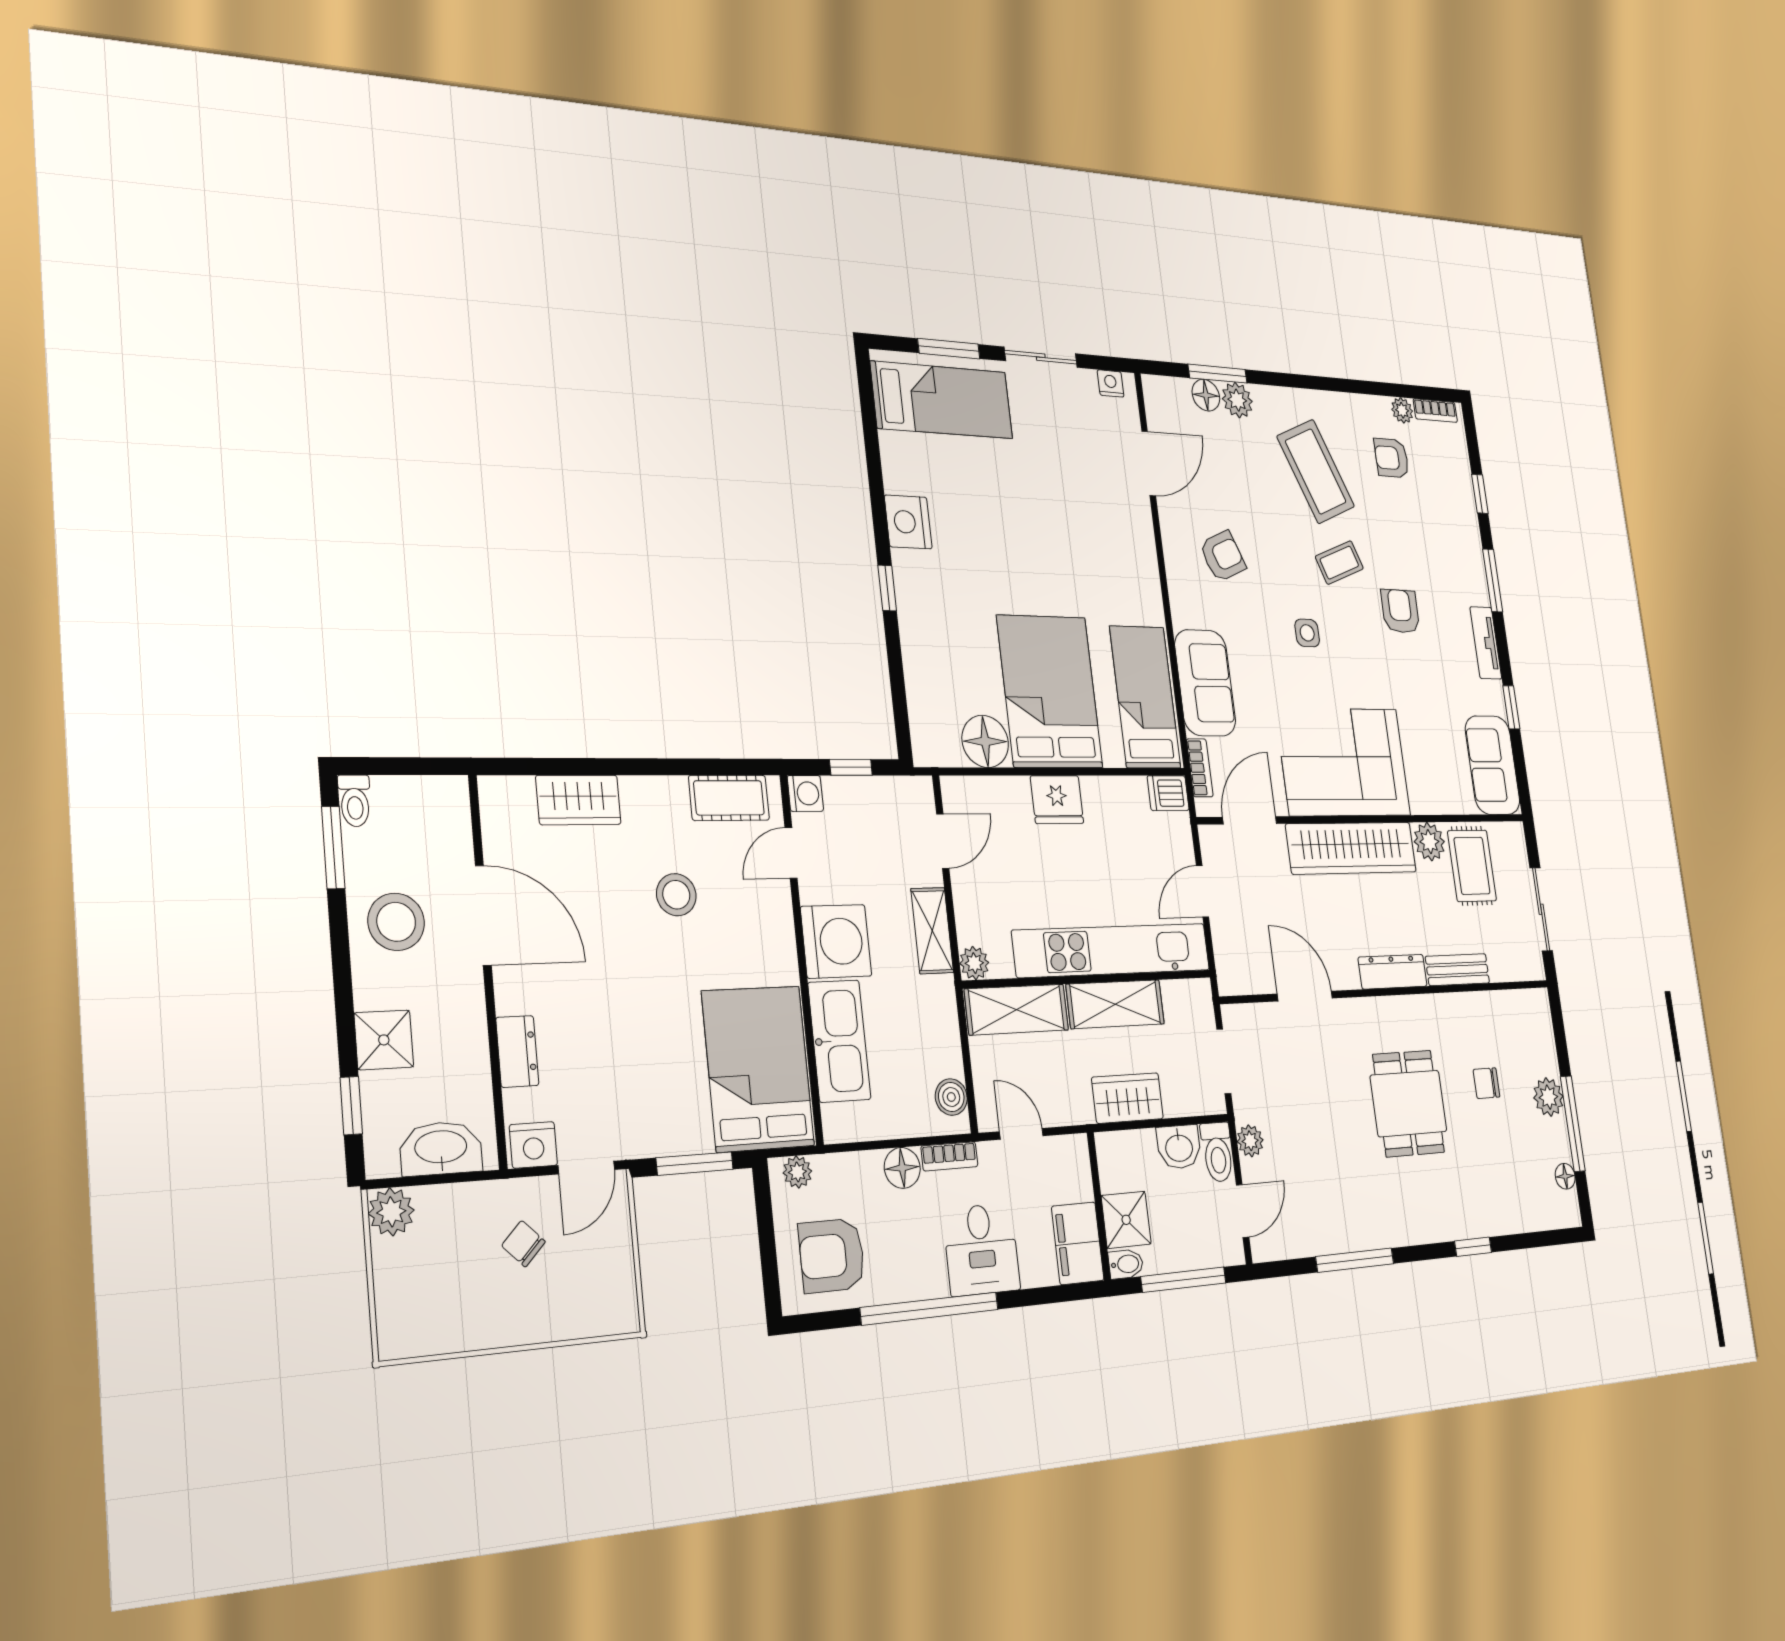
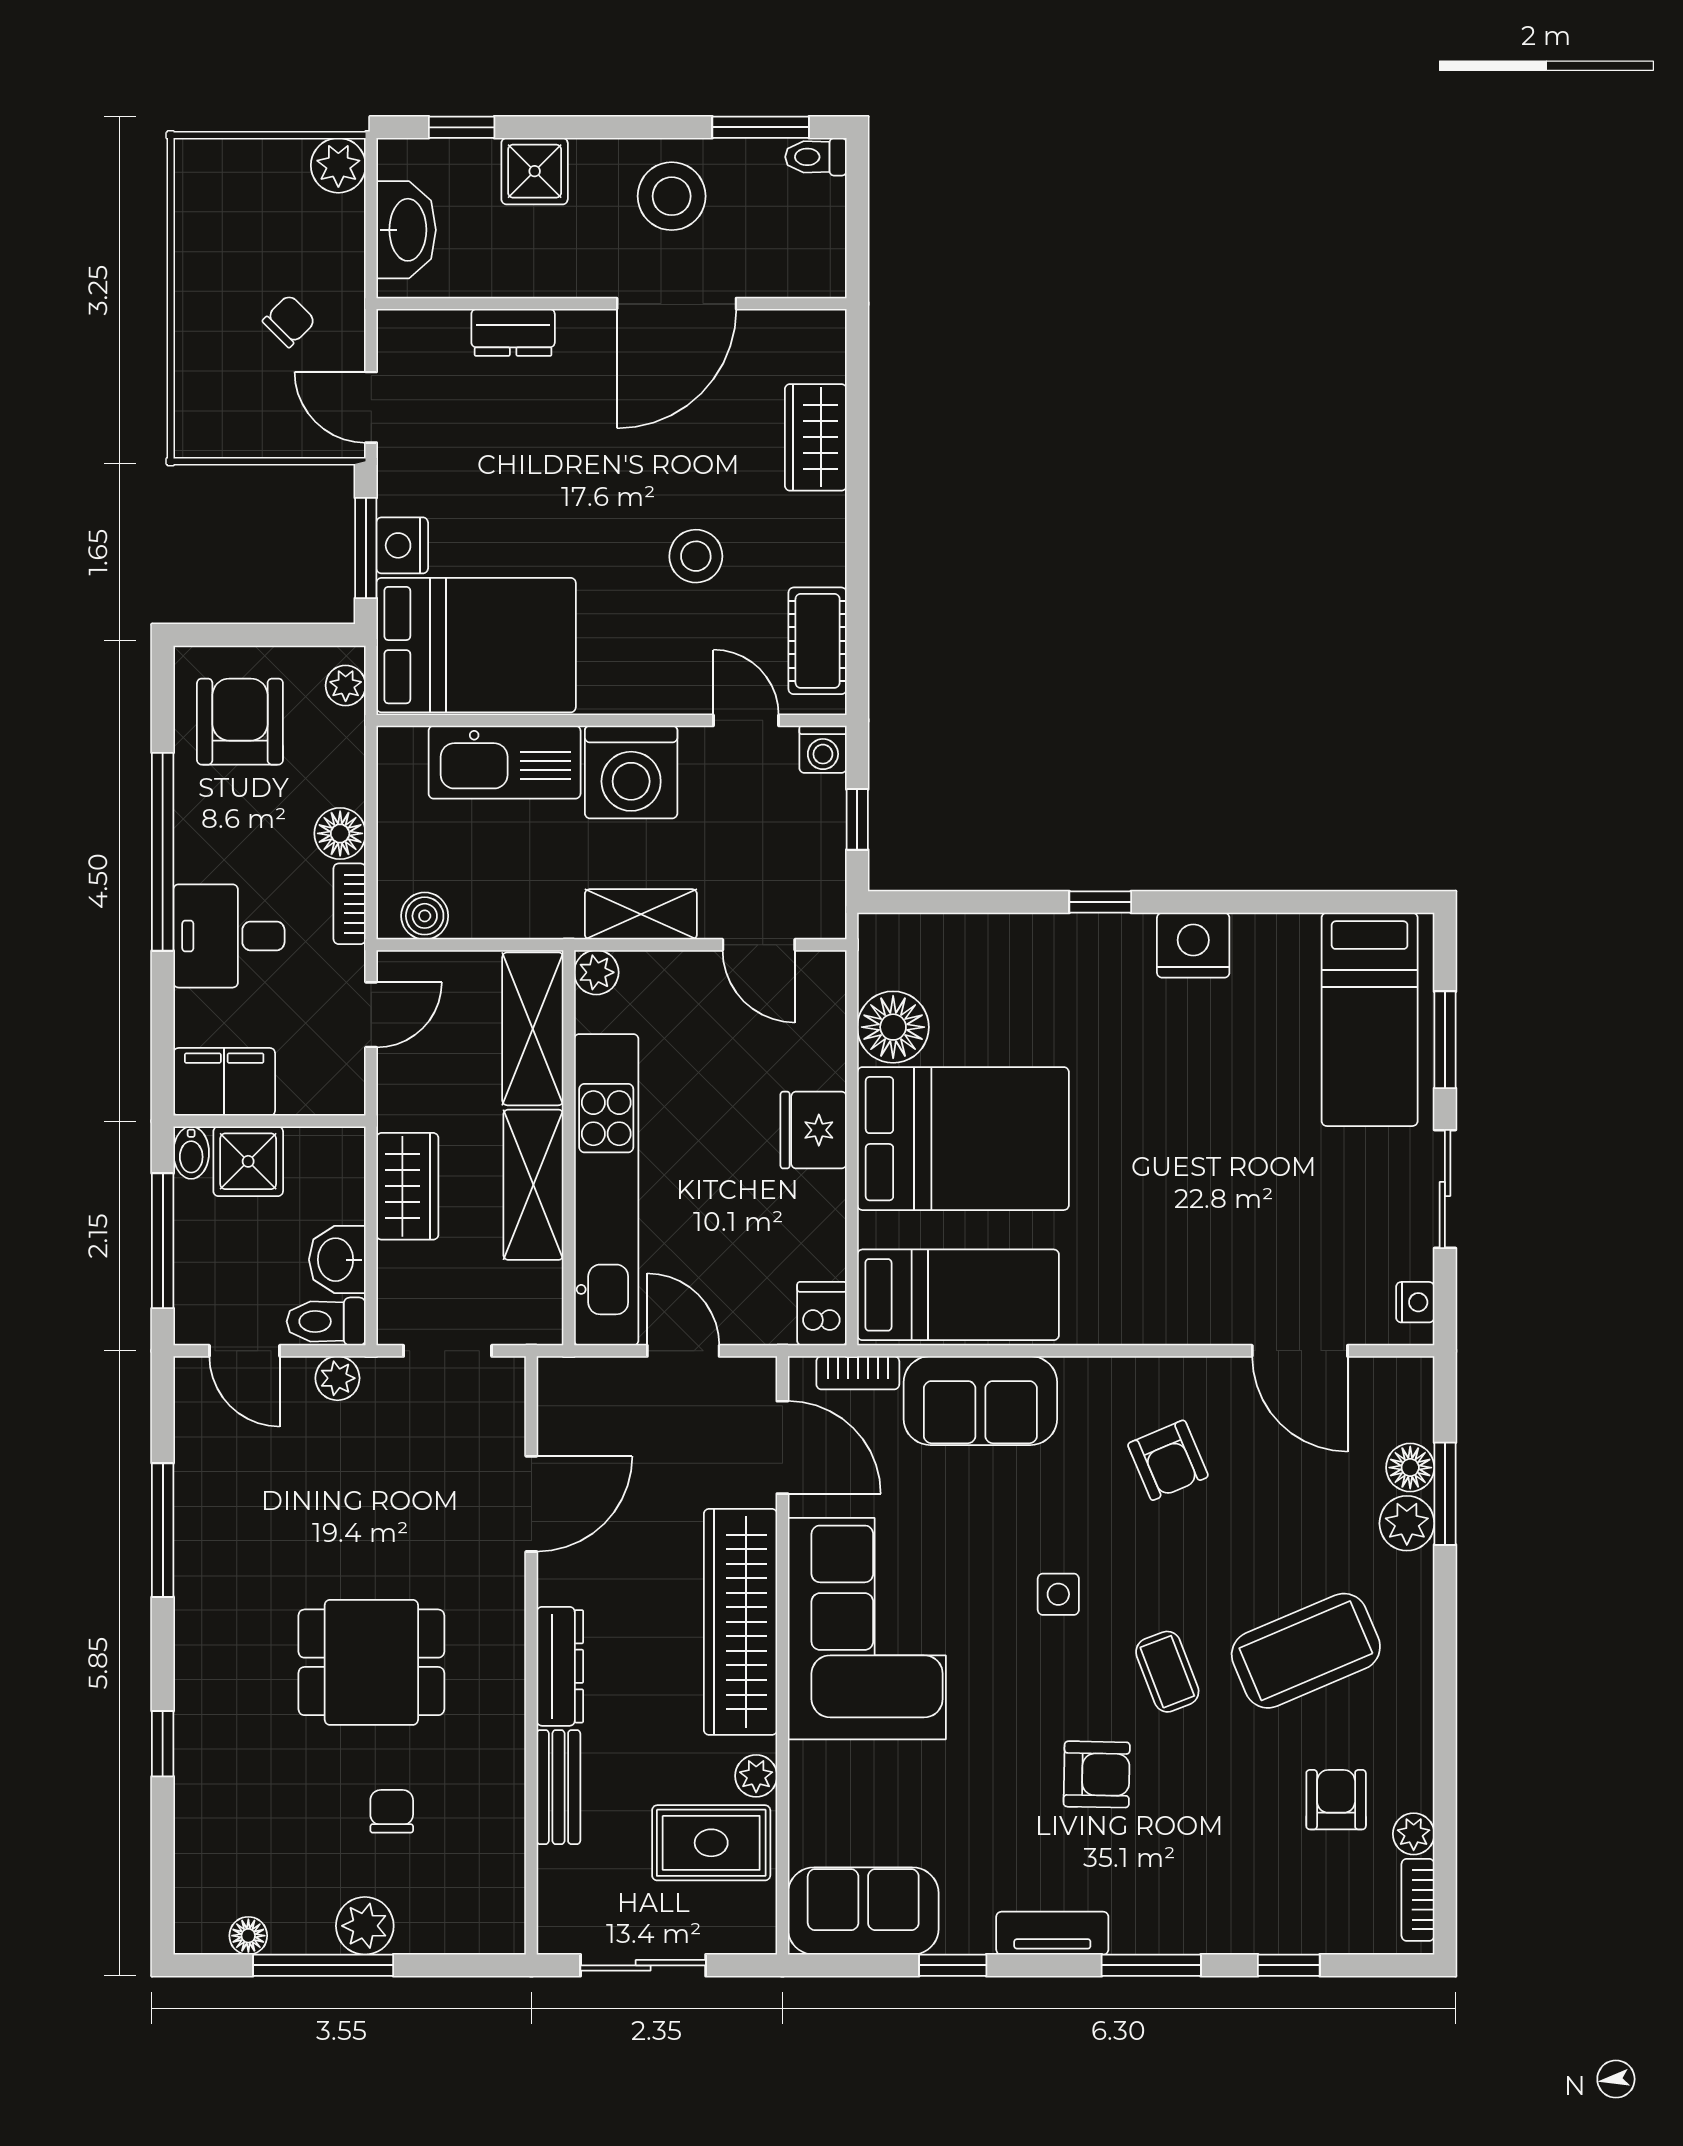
plant: (1429, 842) -> (756, 1776), width x0.73, depth x0.73
nightstand: (533, 1145) -> (402, 545), moved

